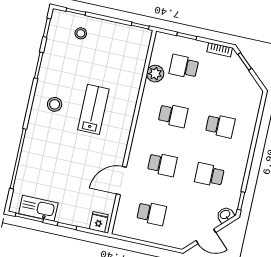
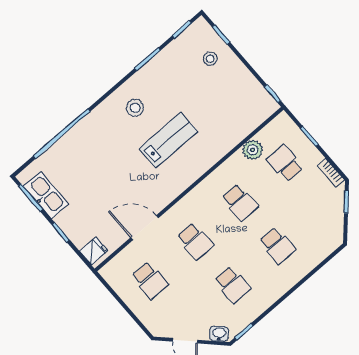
school desk: (209, 175) -> (232, 285), turned 180

